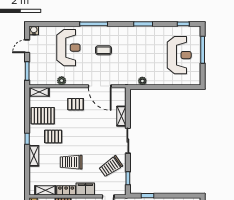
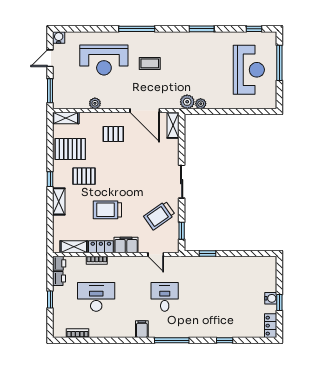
reception desk: (68, 48) -> (104, 60), turned 90
plant: (132, 80) -> (187, 102), added
shelving: (121, 116) -> (173, 125), moved

